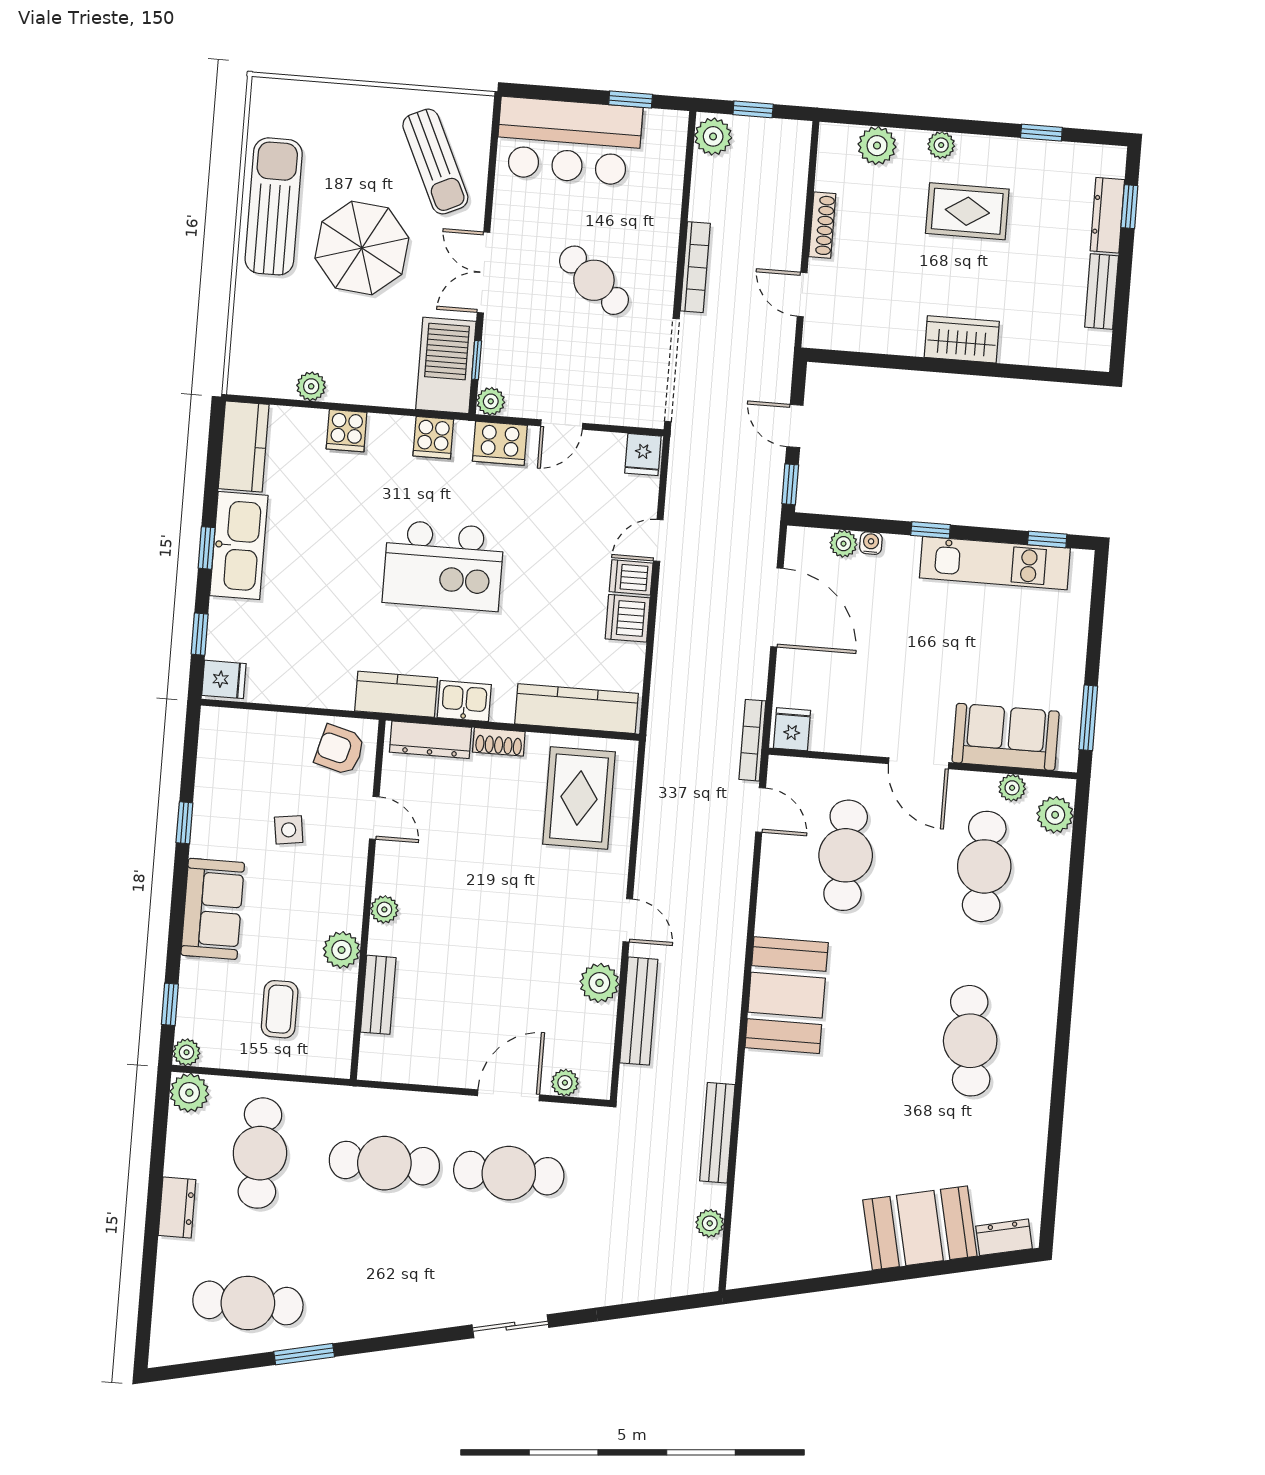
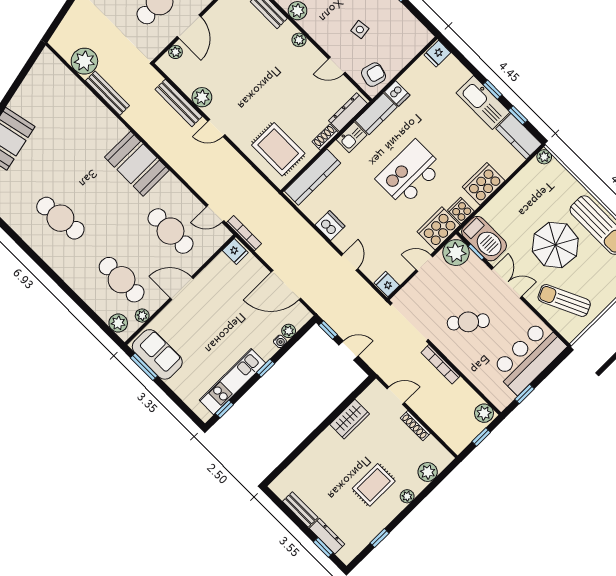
wardrobe: (962, 339) -> (350, 419), moved
plant: (311, 386) -> (544, 157), moved
plant: (491, 401) -> (456, 253), width x1.87, depth x1.87
door: (562, 425) -> (424, 263), hinge flipped
cooker: (347, 431) -> (484, 184), width x1.87, depth x1.31
cooker: (500, 443) -> (439, 228), width x1.37, depth x1.31
dishwasher: (631, 577) -> (397, 93), moved, turned 90
window: (200, 634) -> (518, 115), moved
sofa: (1006, 737) -> (157, 354), moved, turned -90
plant: (710, 1223) -> (84, 61), width x1.88, depth x1.88

